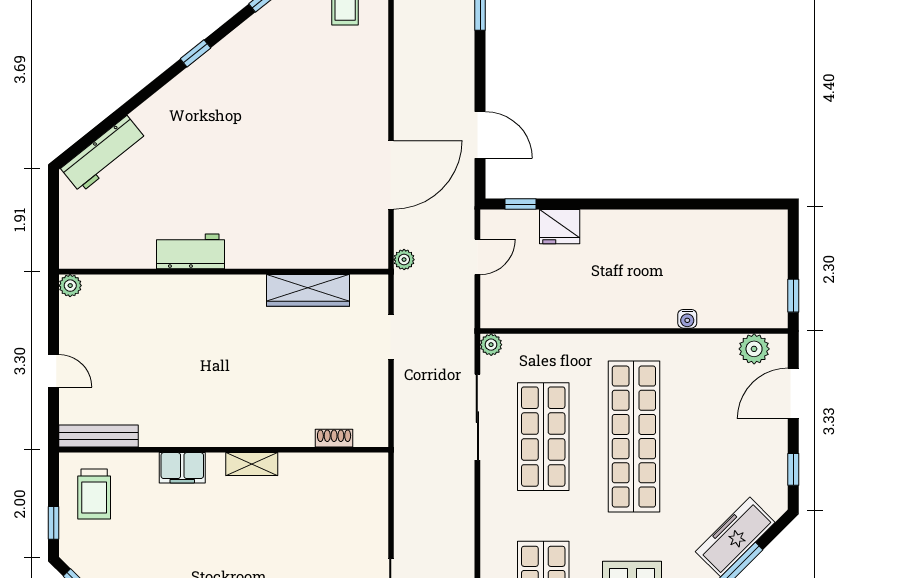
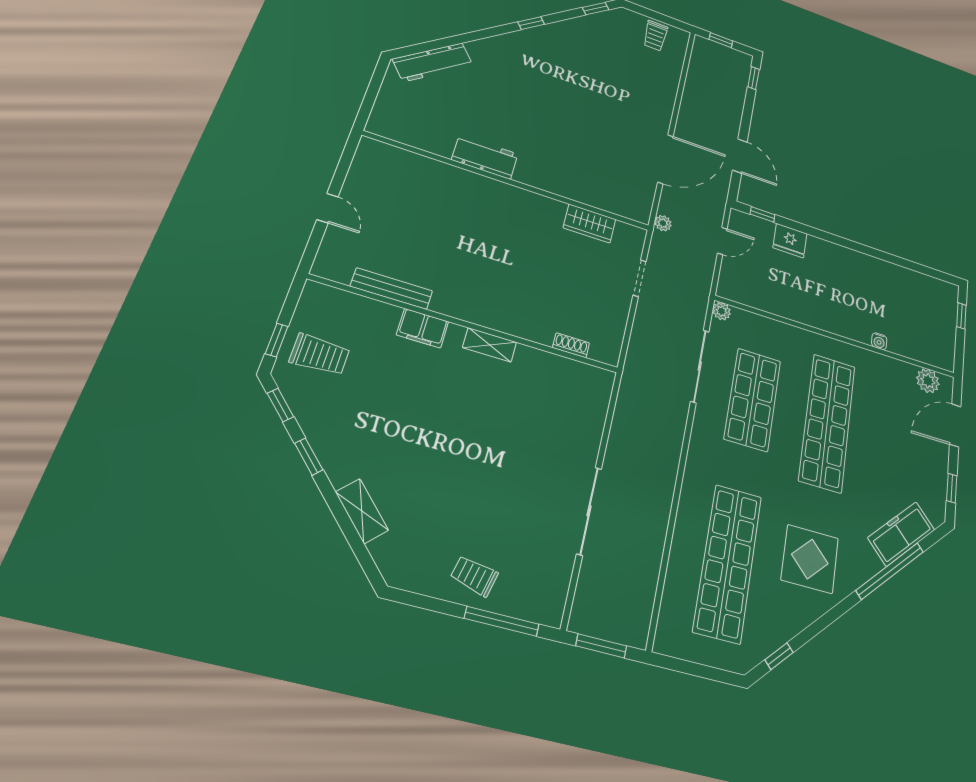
plant: (70, 286) -> (369, 147), removed
wardrobe: (308, 290) -> (589, 223), width x0.67
window: (793, 296) -> (961, 316), moved
bench: (99, 436) -> (392, 289), moved
trolley: (94, 494) -> (320, 355), moved, turned -90

